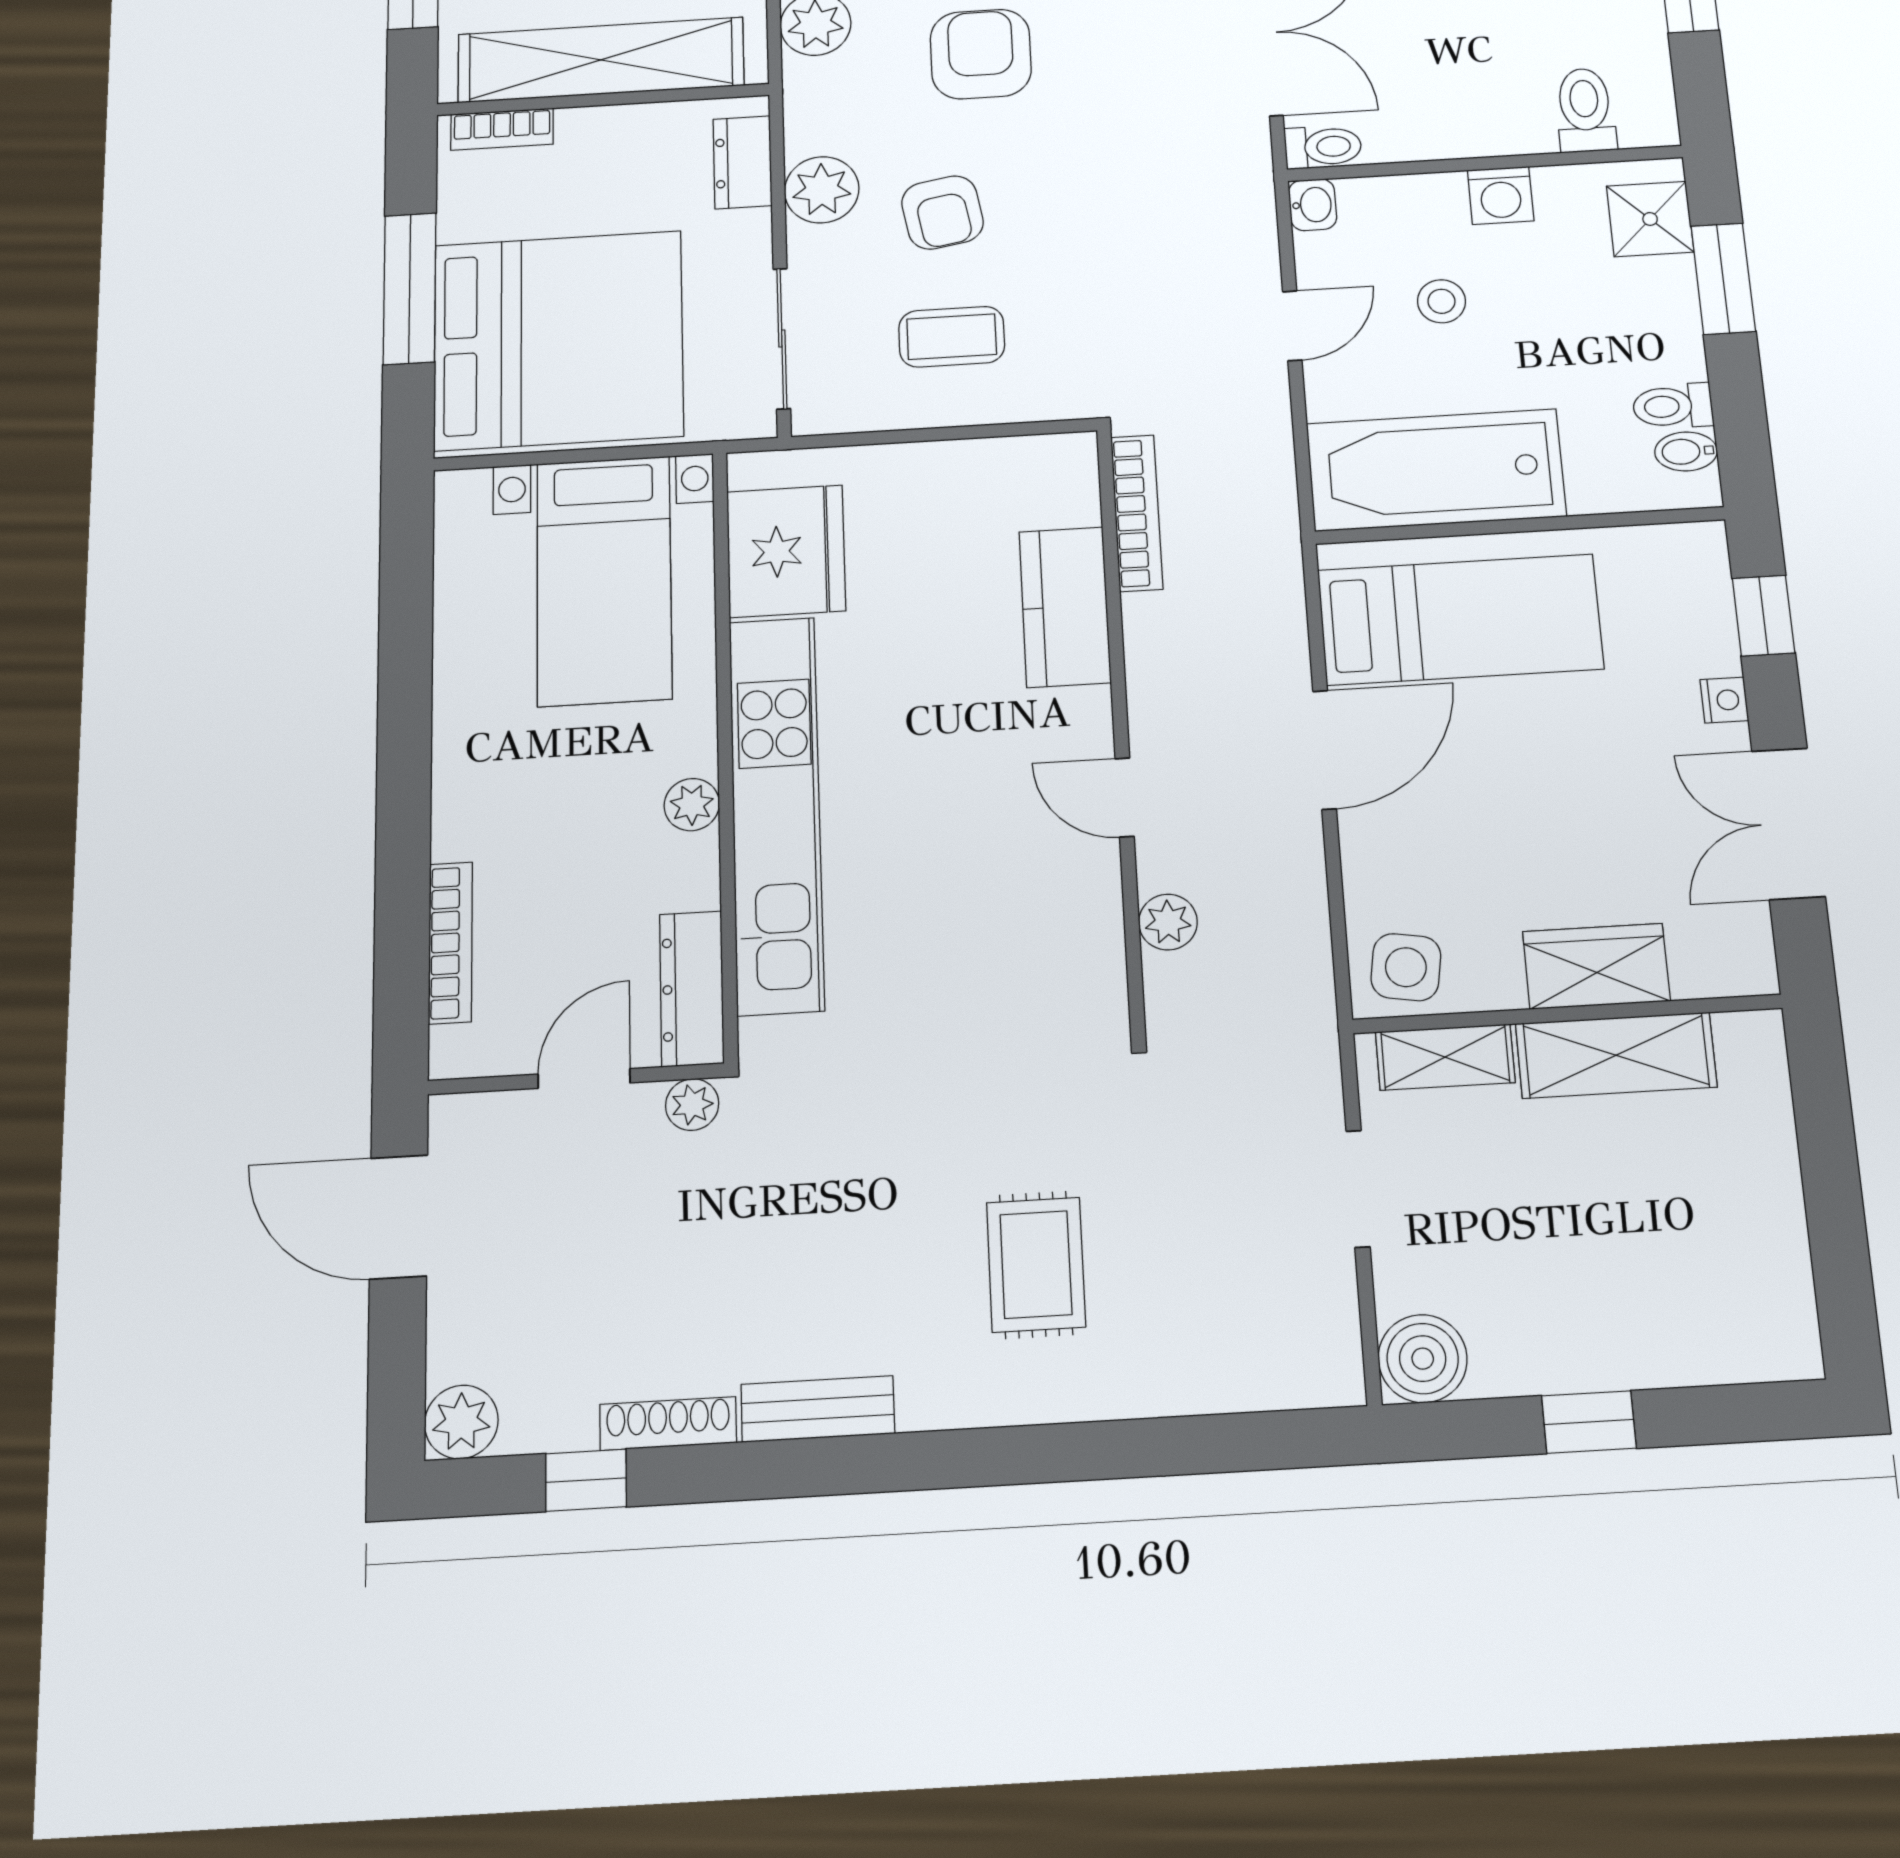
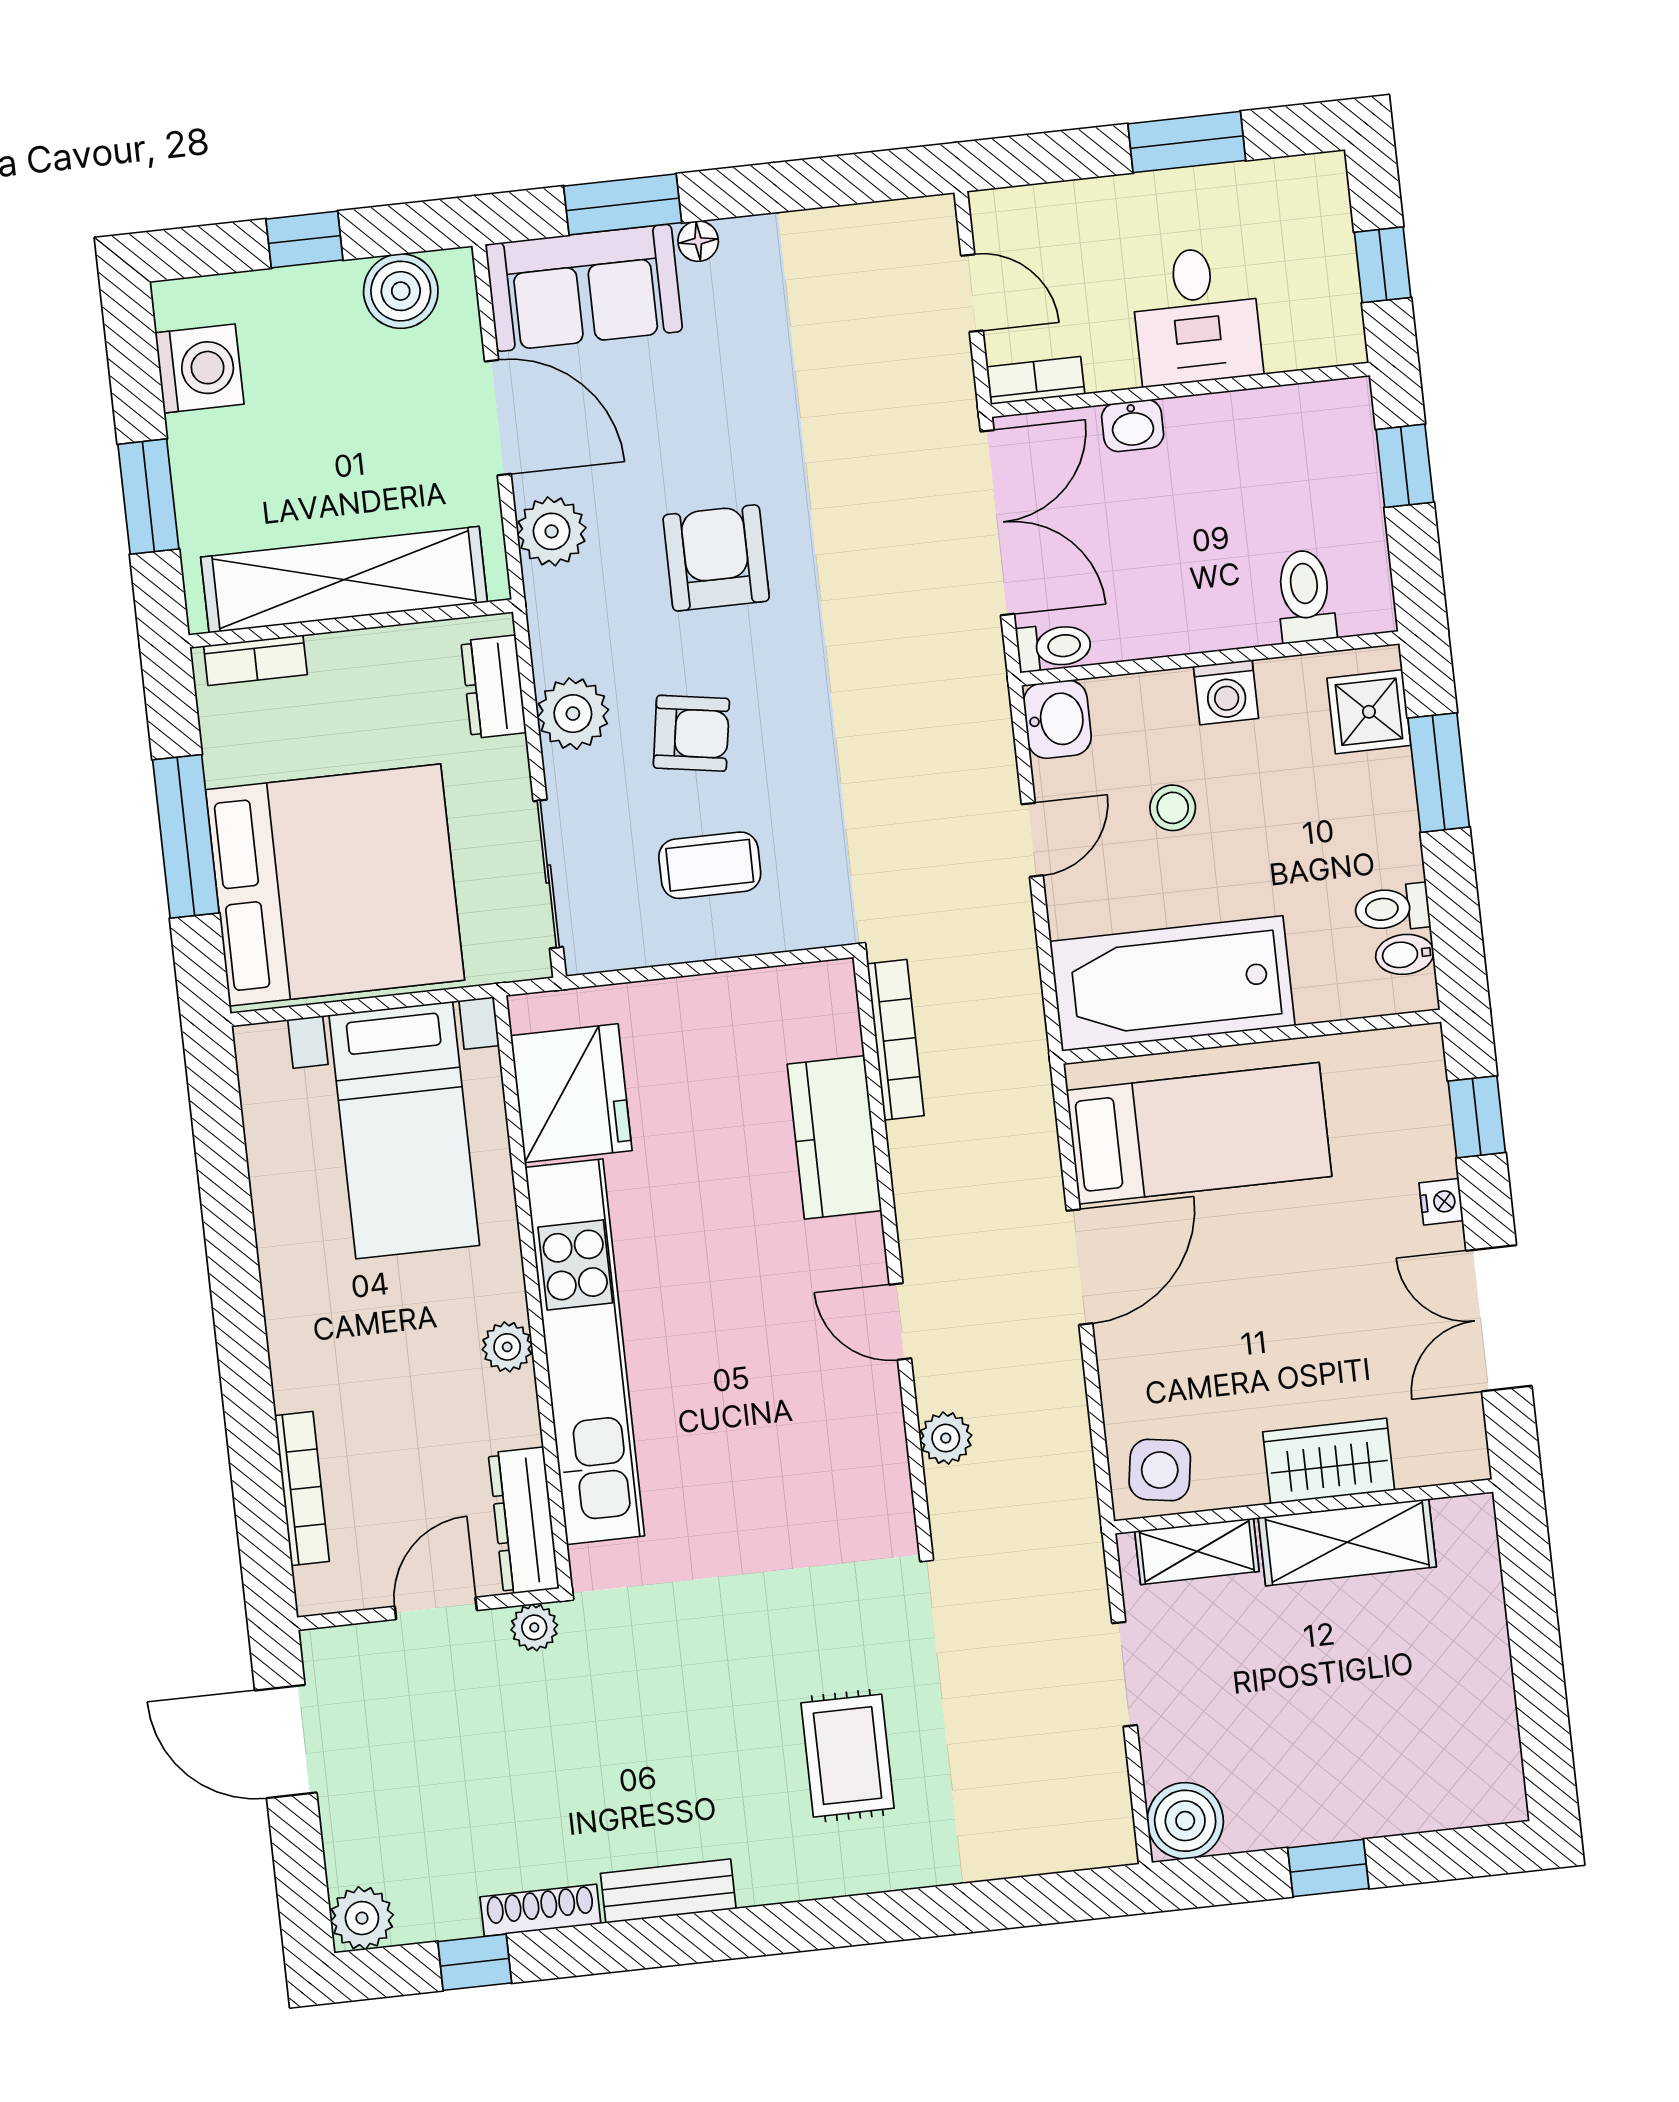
washbasin: (1313, 205) -> (1057, 719), width x1.38, depth x1.45
armchair: (943, 213) -> (691, 733), turned -71

